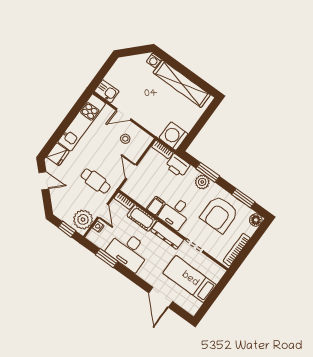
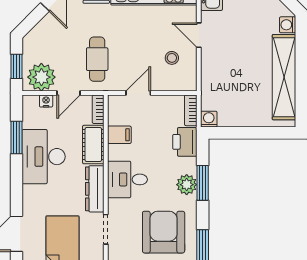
washing machine: (173, 136) -> (209, 119), width x0.53, depth x0.53
filing cabinet: (156, 206) -> (119, 135), moved
armchair: (219, 214) -> (164, 232), turned 90

